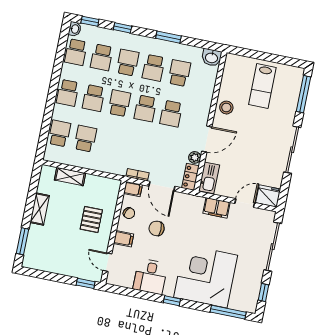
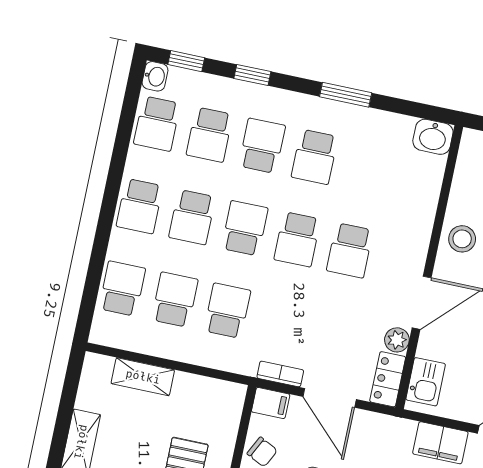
school desk: (179, 73) -> (227, 311), moved
kitchen sink: (209, 178) -> (426, 382), width x0.73

